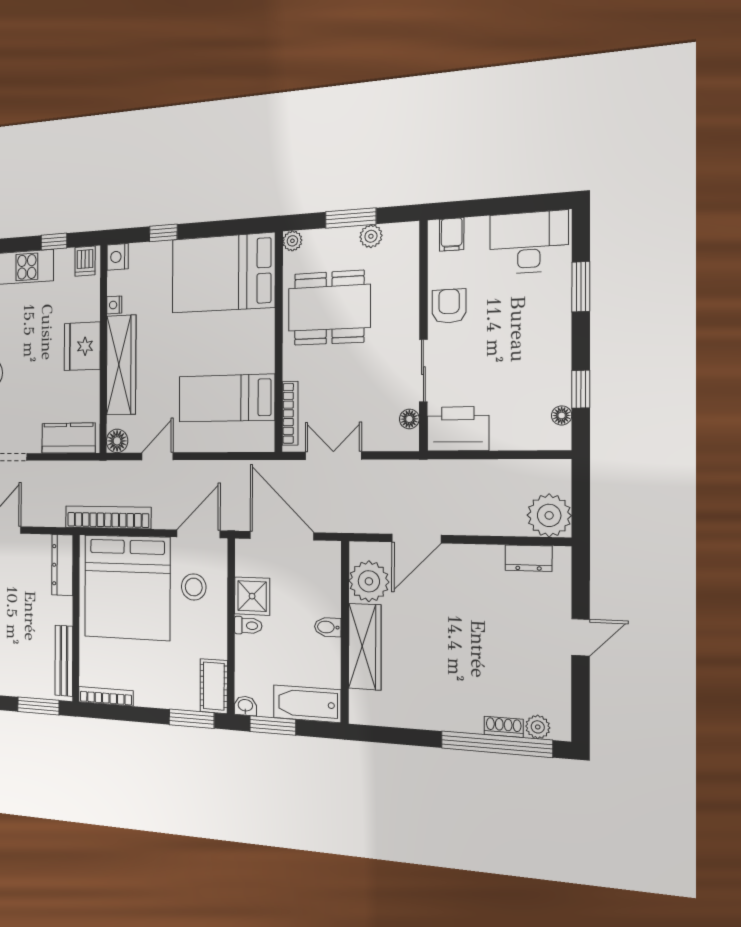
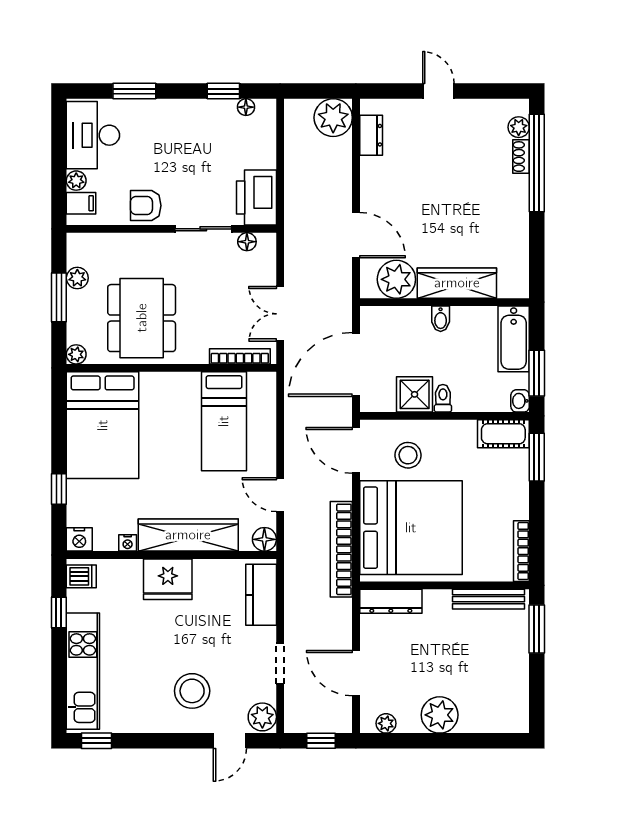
plant: (477, 227) -> (76, 181), added

